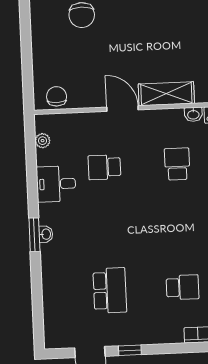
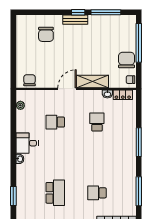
door: (122, 109) -> (67, 89), hinge flipped
desk: (56, 184) -> (27, 143), moved
window: (34, 235) -> (13, 196), moved
school desk: (183, 287) -> (97, 193), turned 180

